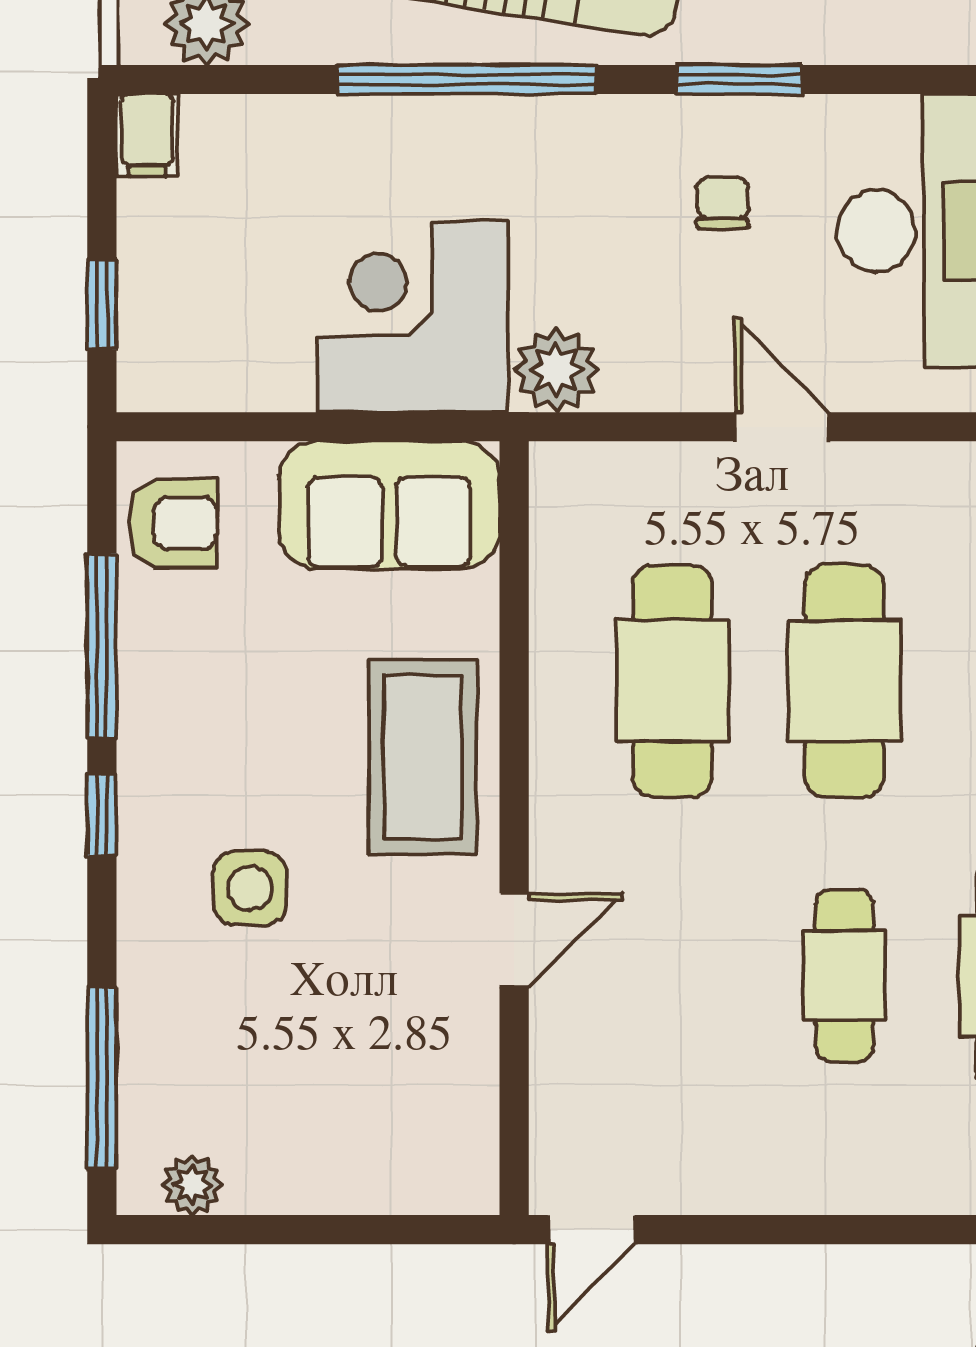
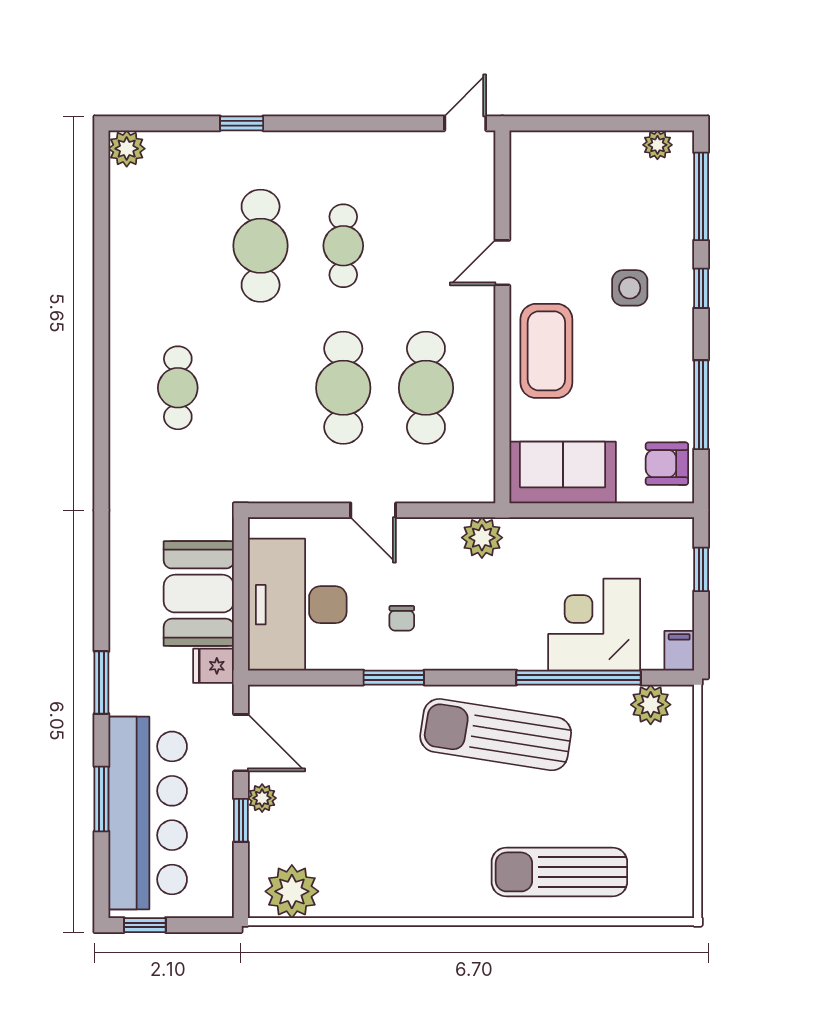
window: (466, 80) -> (579, 678), moved
corner desk: (413, 317) -> (594, 625), moved, turned 180
window: (102, 815) -> (701, 288), moved

